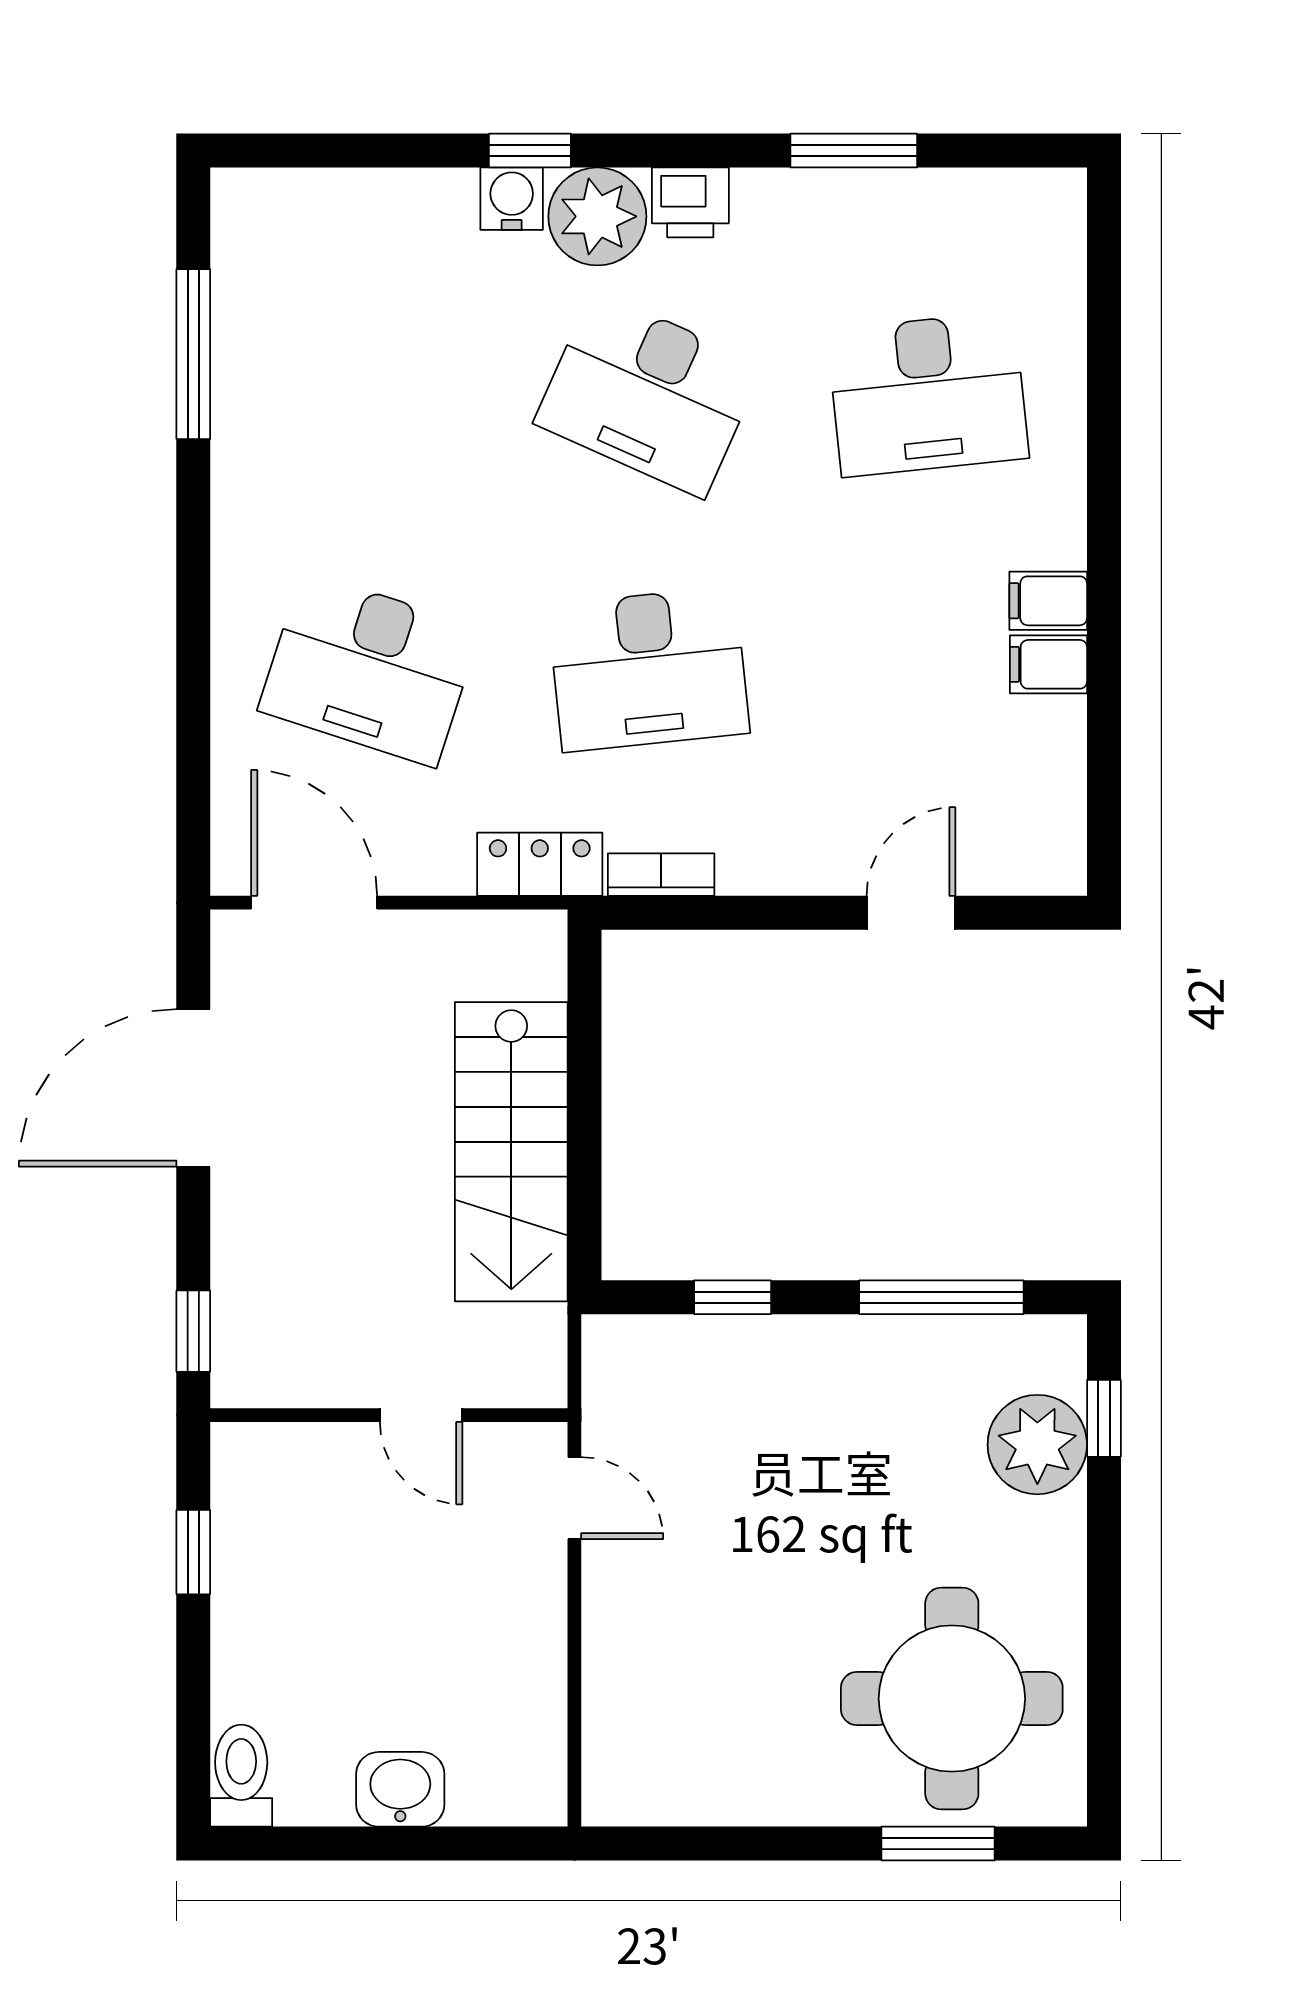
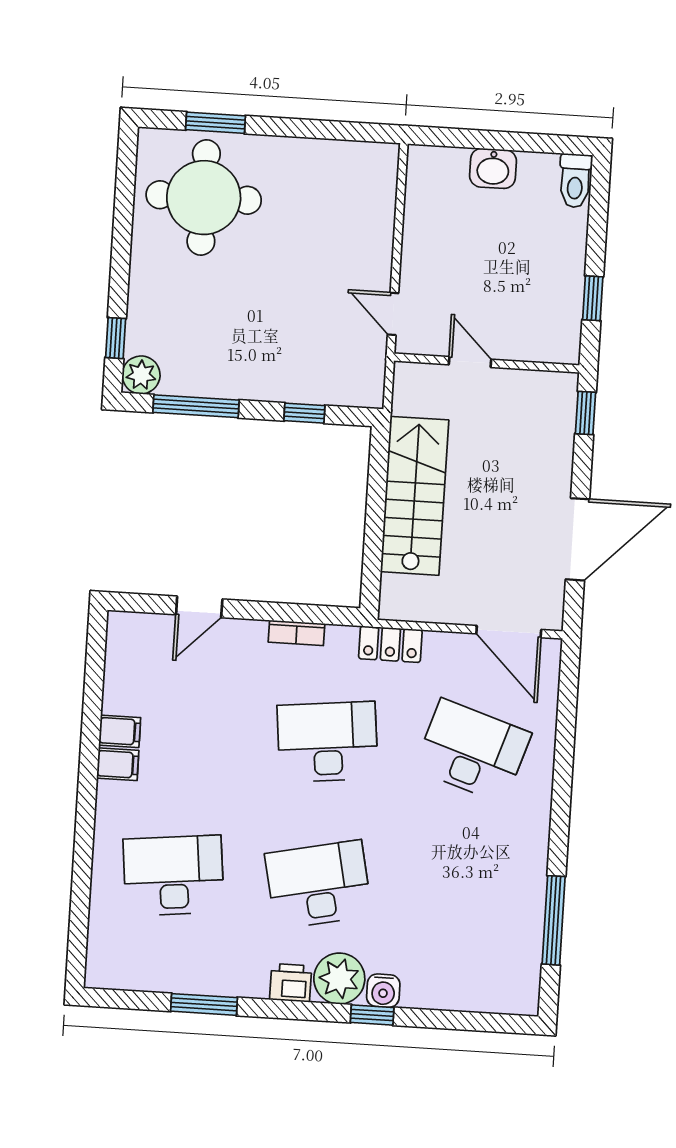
desk: (649, 394) -> (318, 885), turned -36
bookcase: (661, 875) -> (297, 633), moved
plant: (1037, 1445) -> (141, 375), moved, width x0.73, depth x0.73

